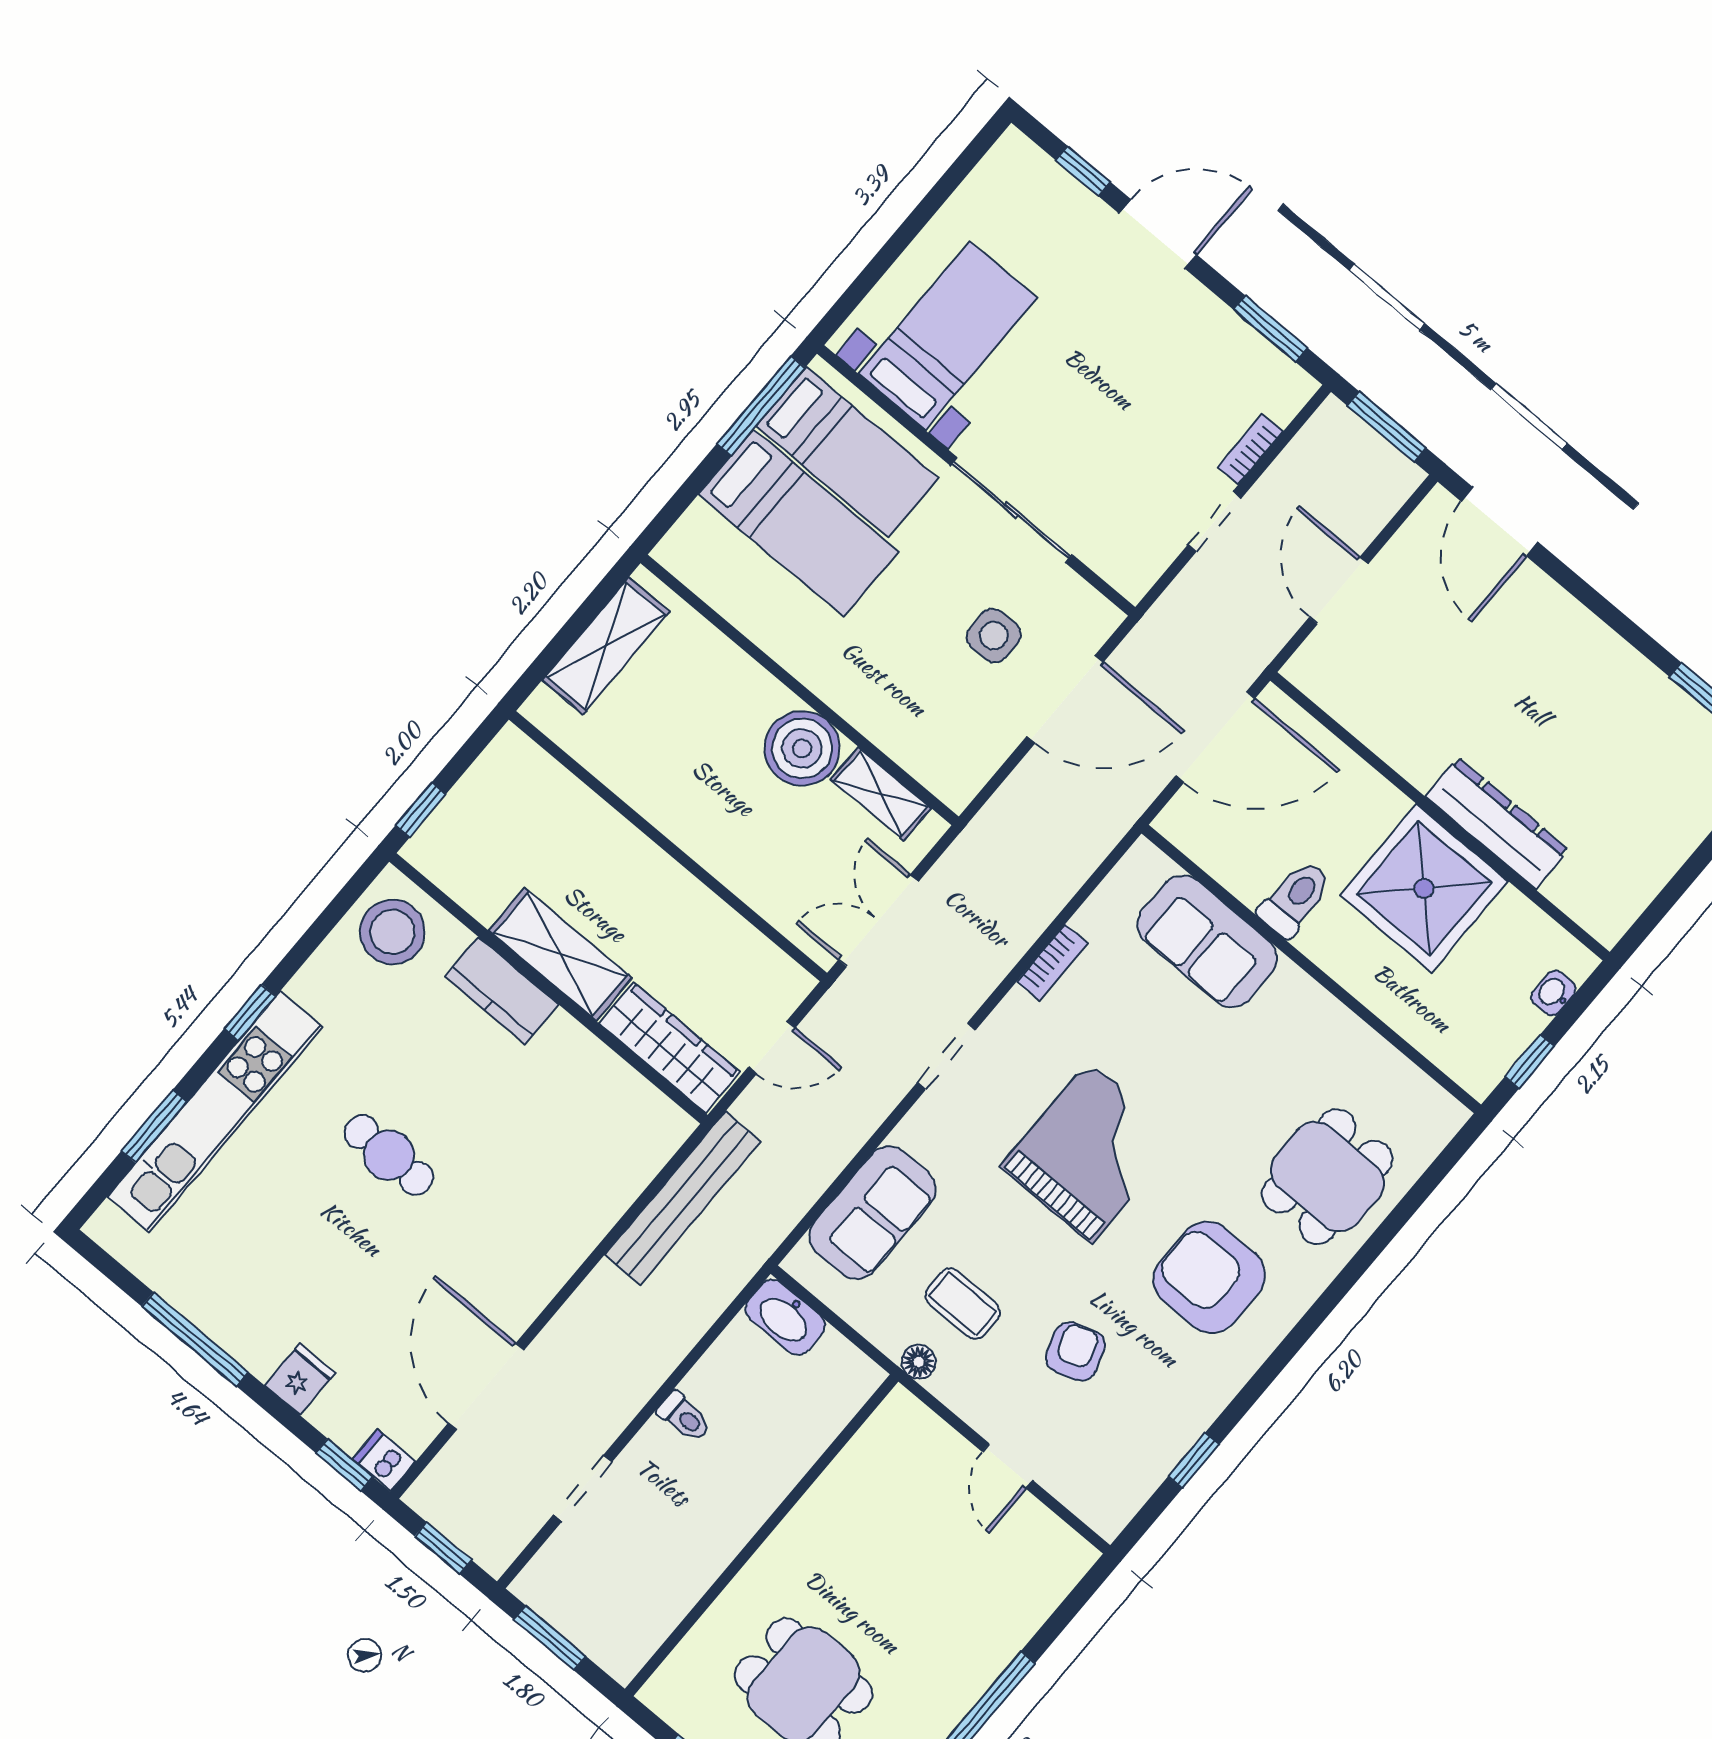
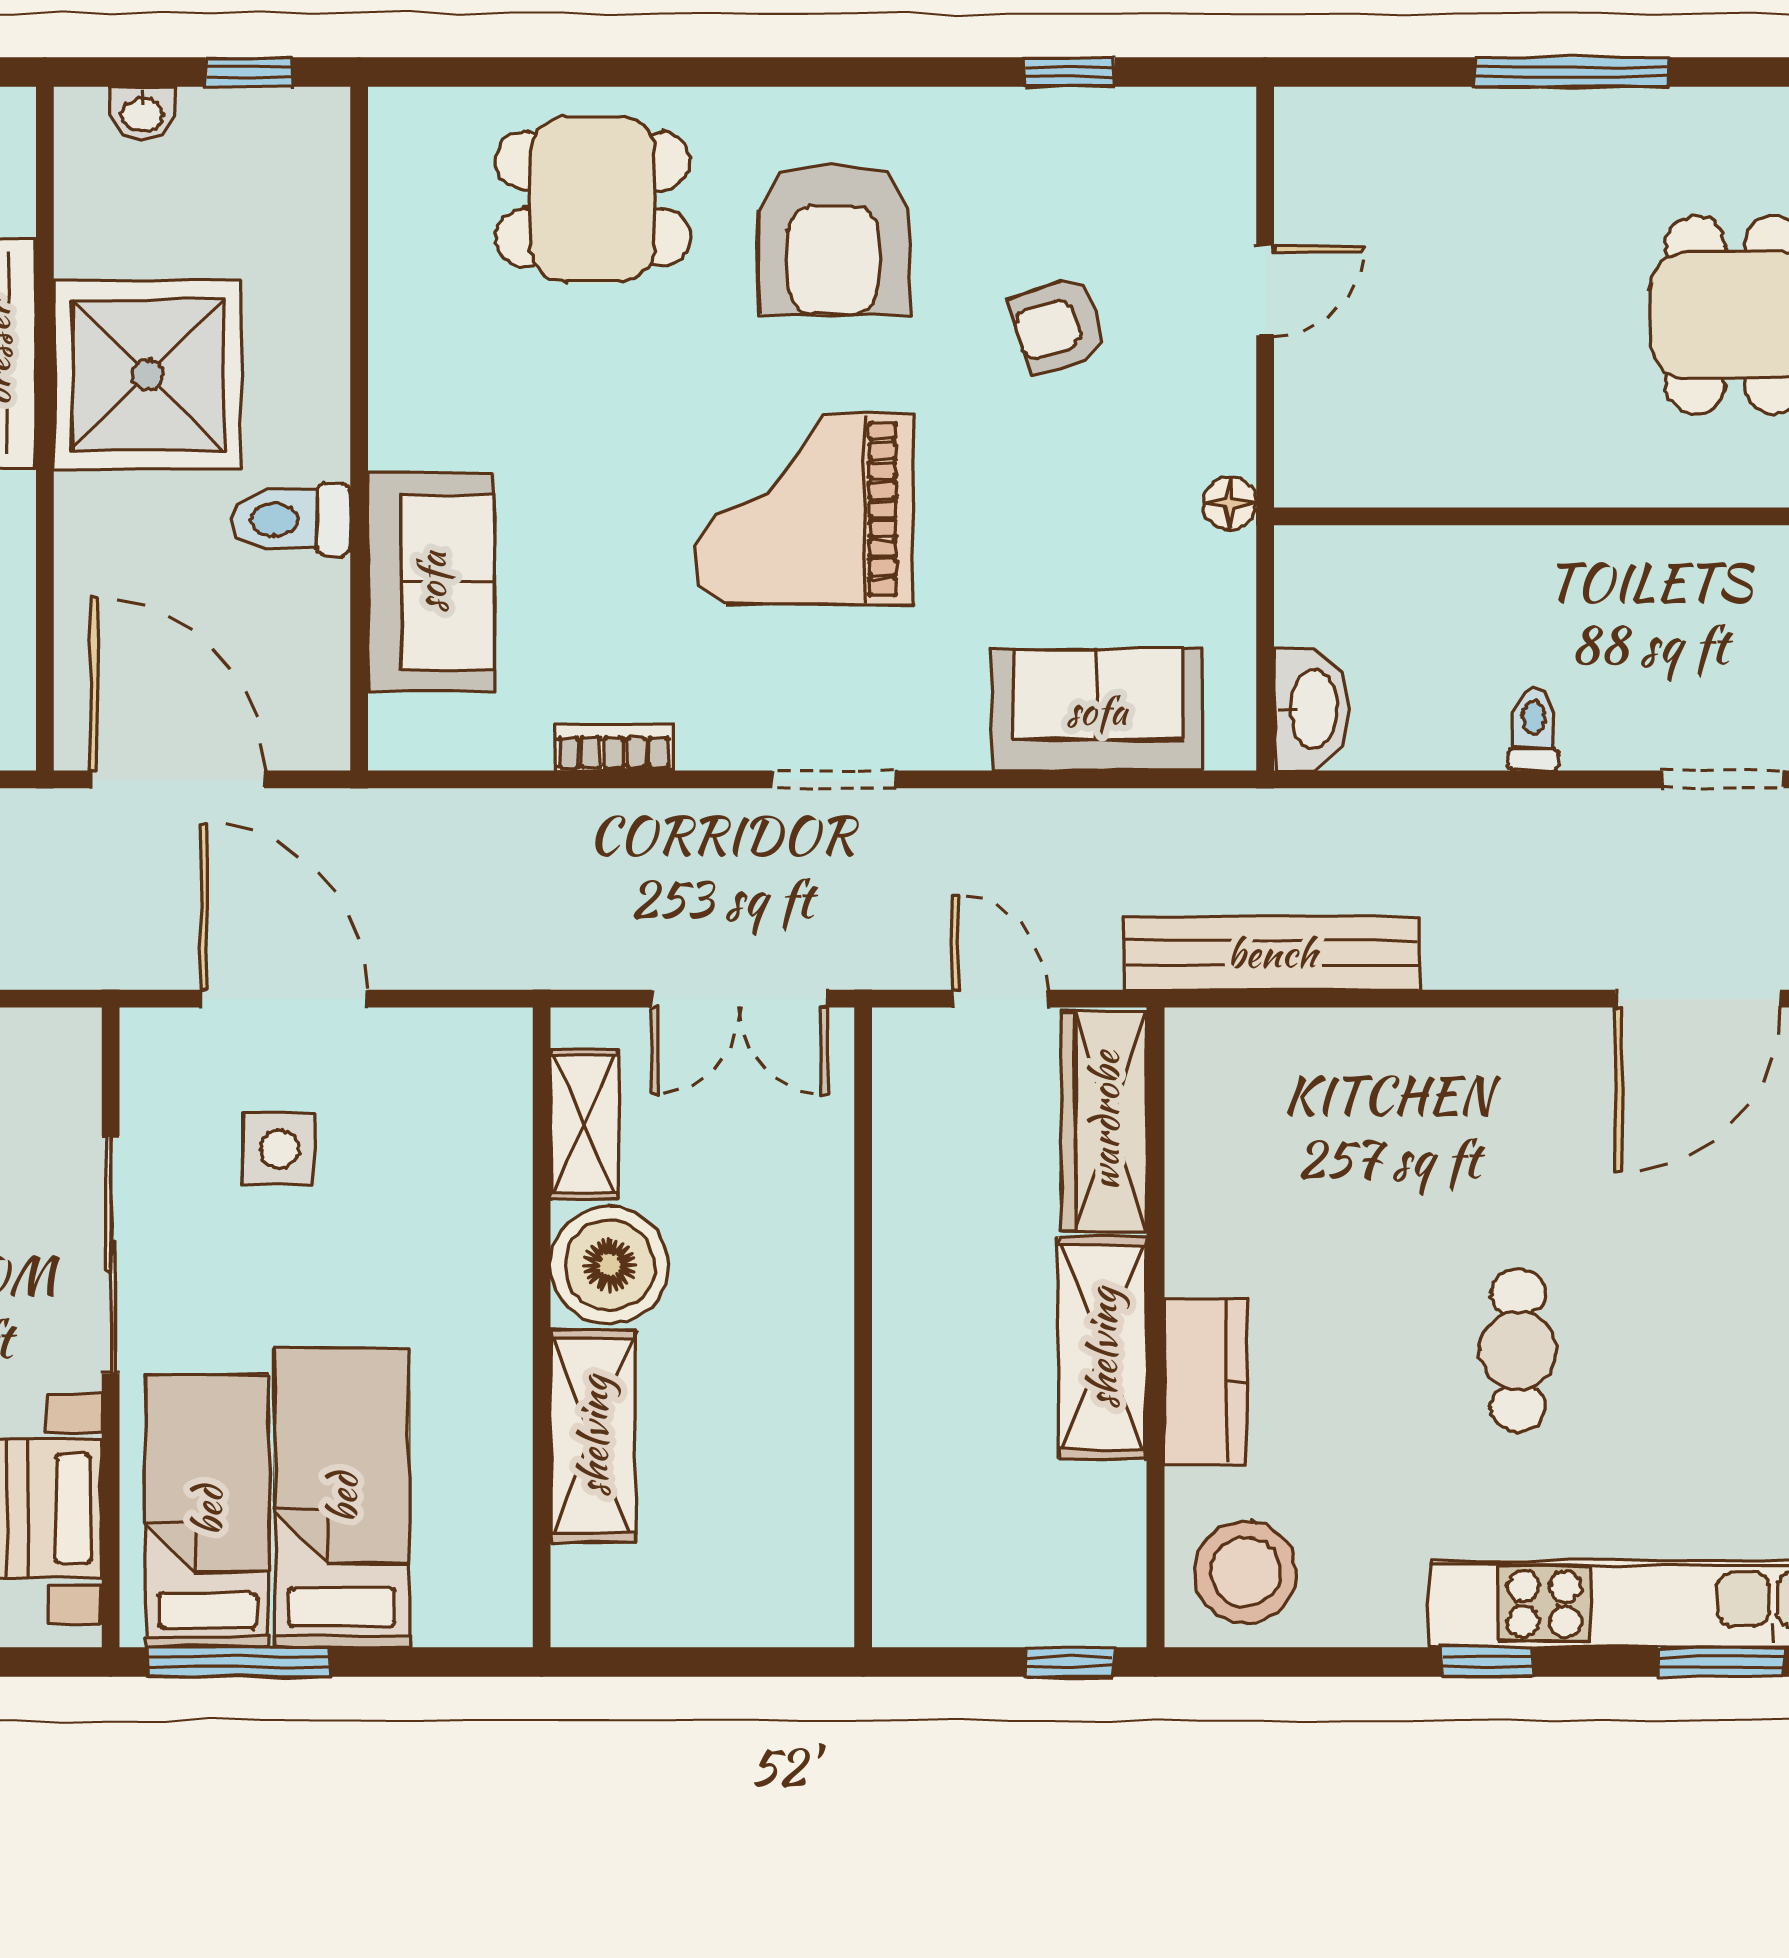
shelving: (606, 646) -> (593, 1436), moved, turned 90
coffee table: (963, 1304) -> (1115, 509), removed

